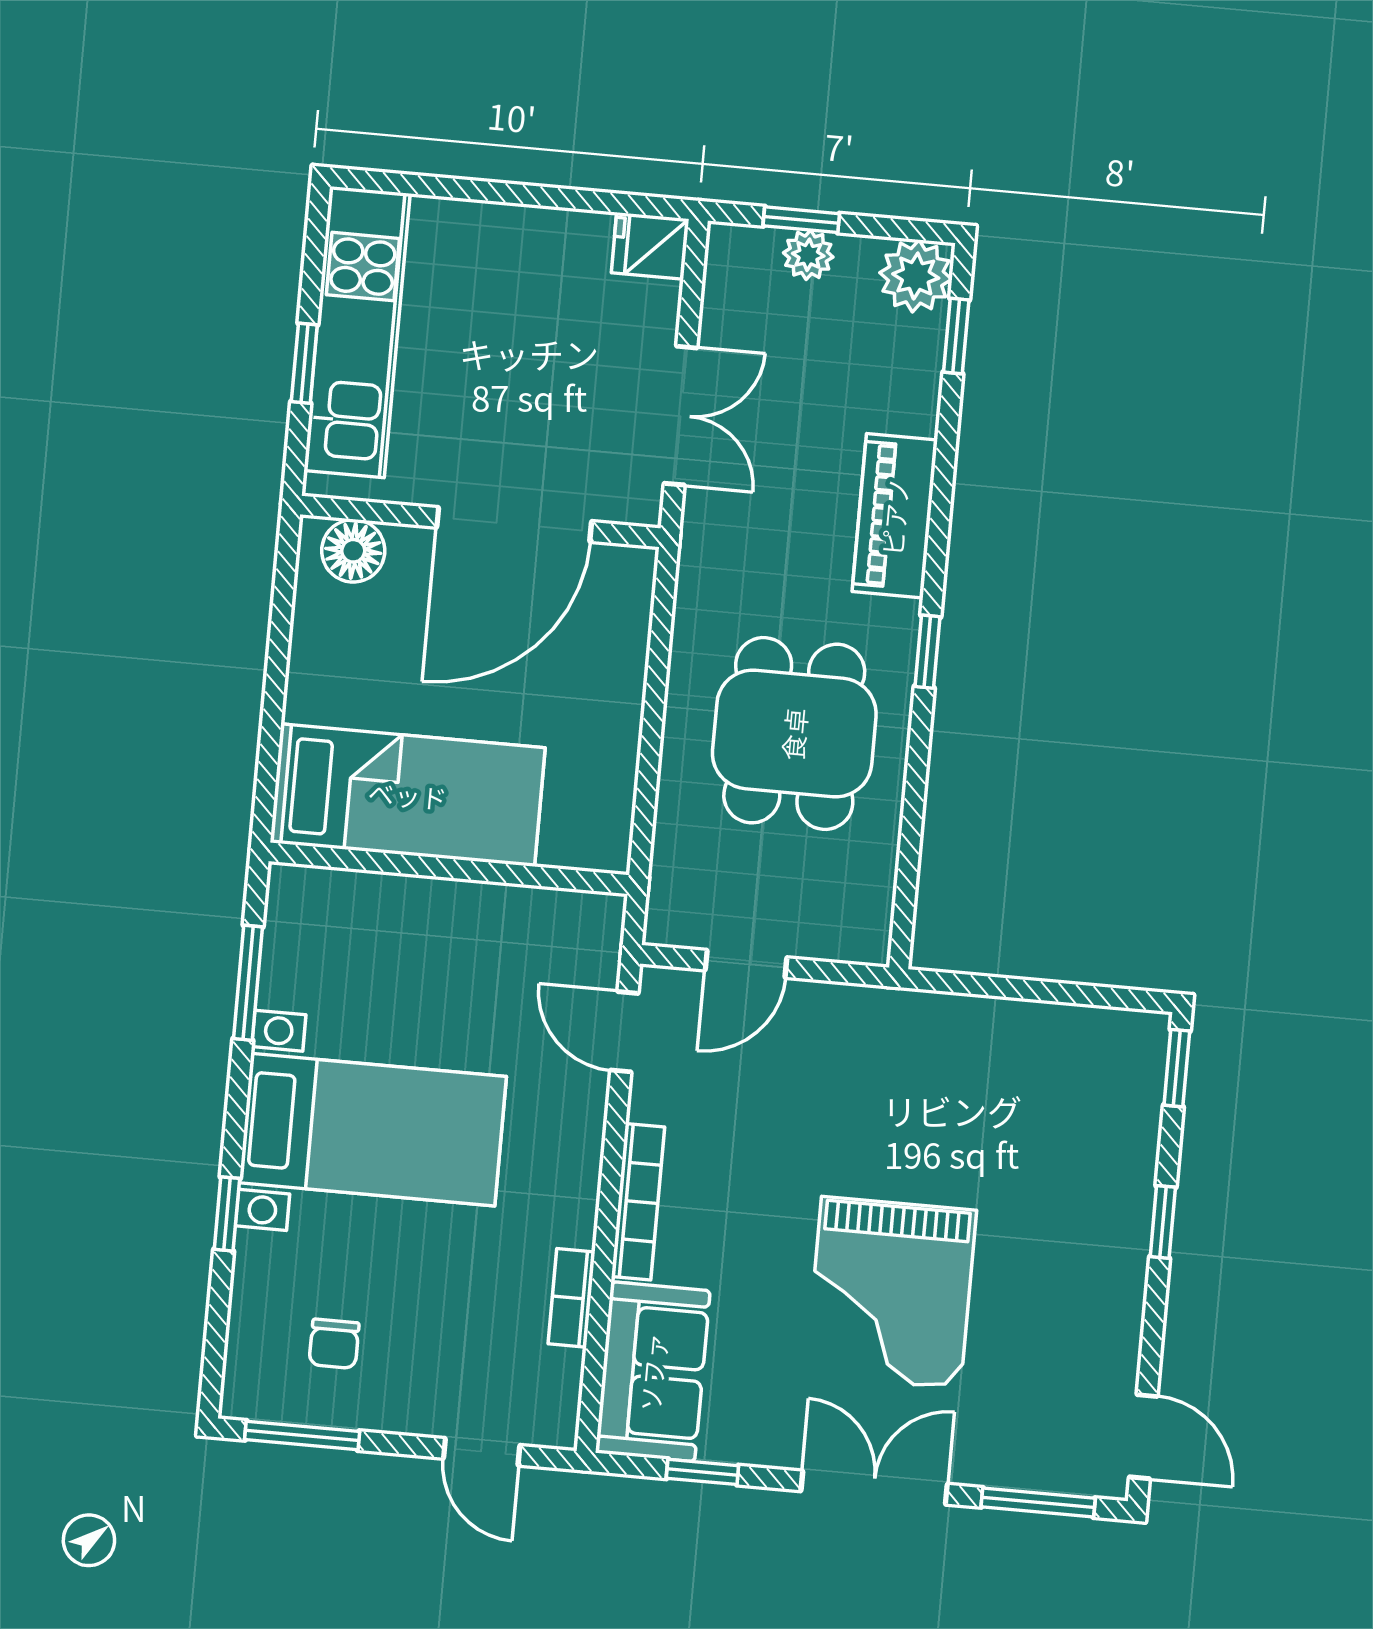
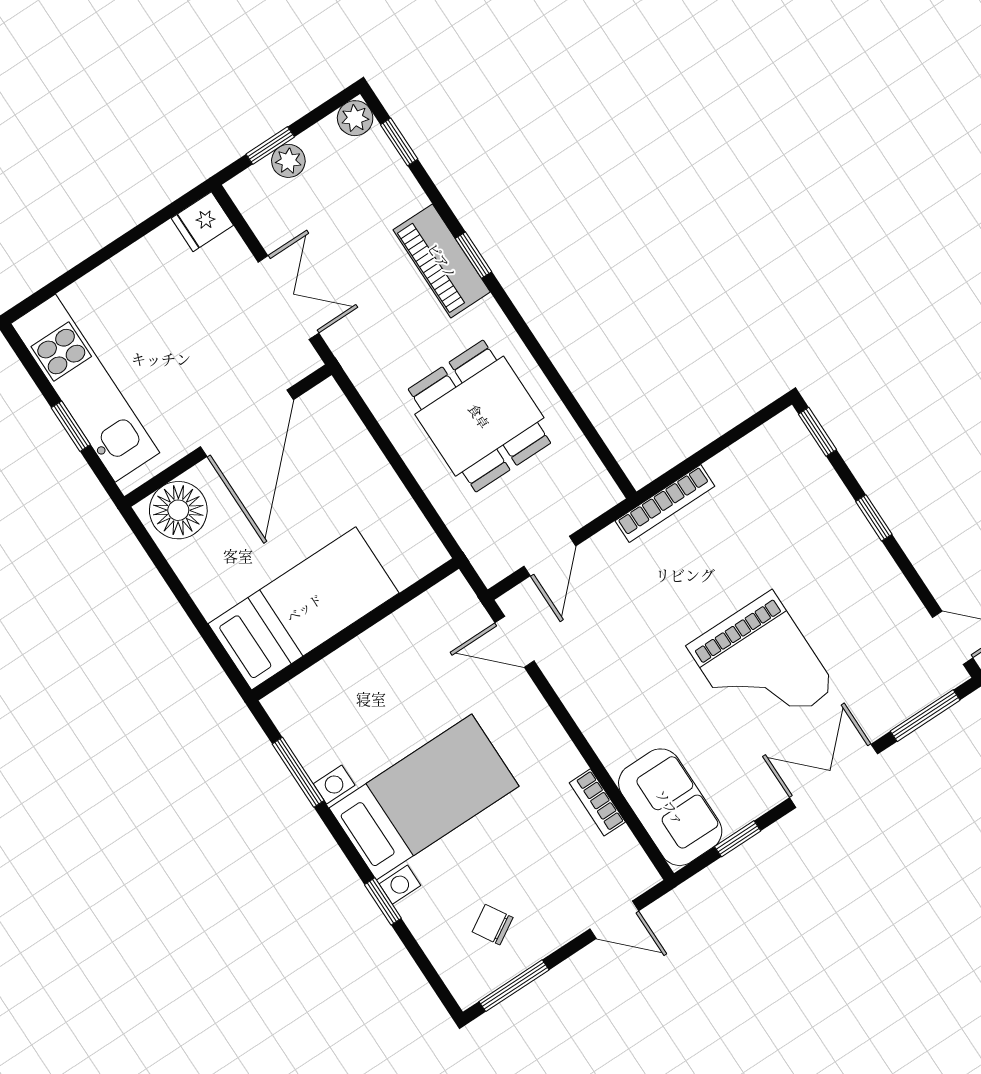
plant: (916, 276) -> (355, 118), width x0.73, depth x0.73
floor lamp: (353, 551) -> (178, 510), width x1.38, depth x1.38
window: (927, 652) -> (473, 255), moved
bookcase: (638, 1202) -> (665, 504), moved, turned 90
chair: (334, 1344) -> (493, 925), turned 149

